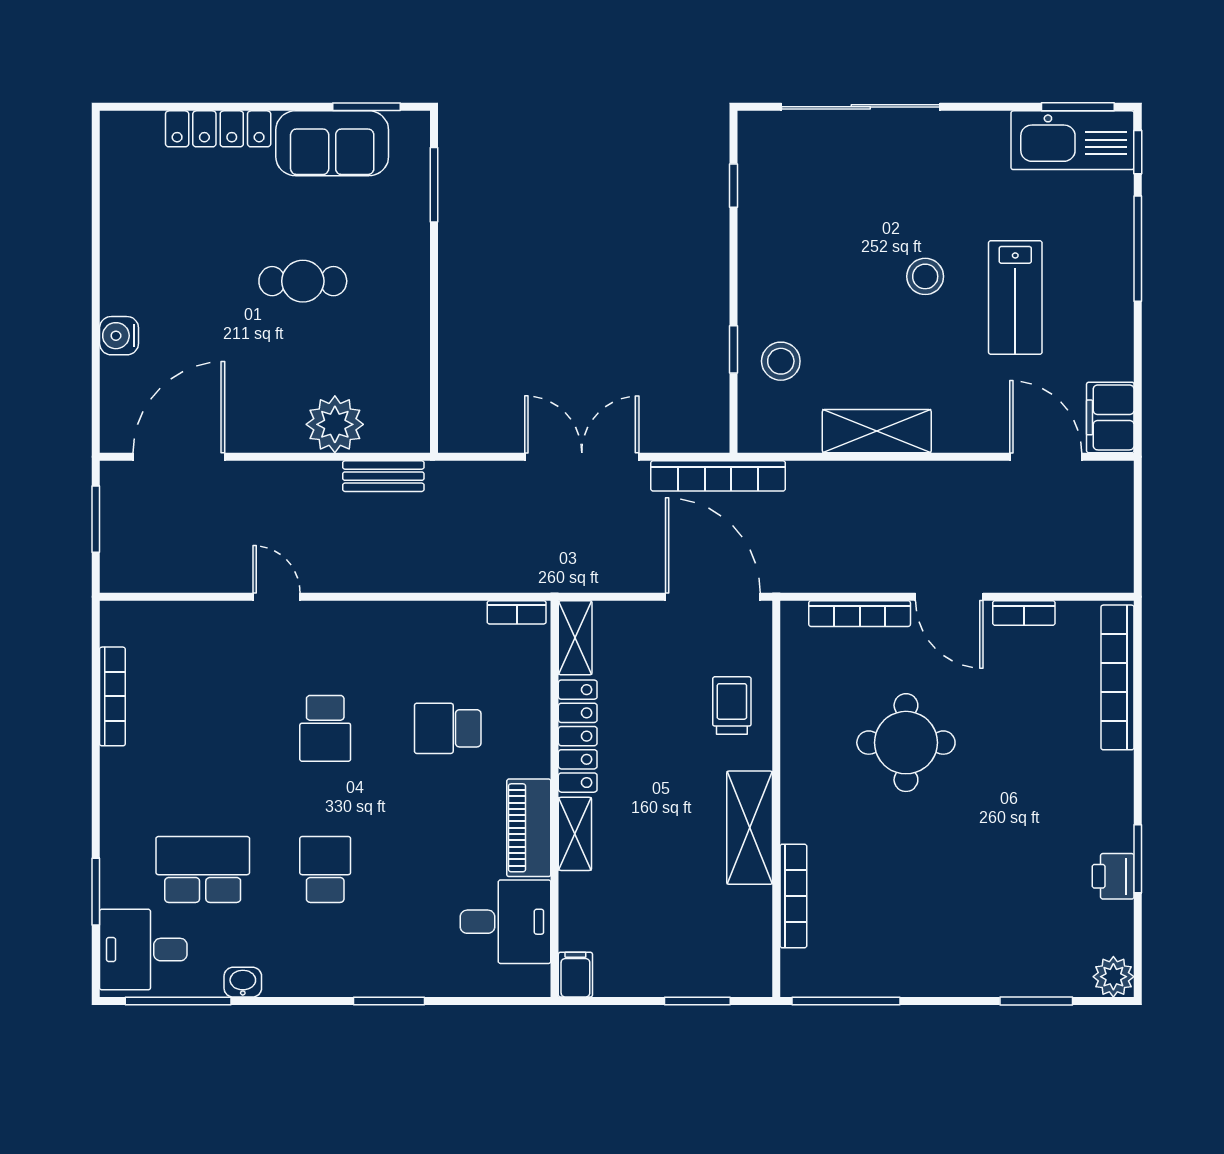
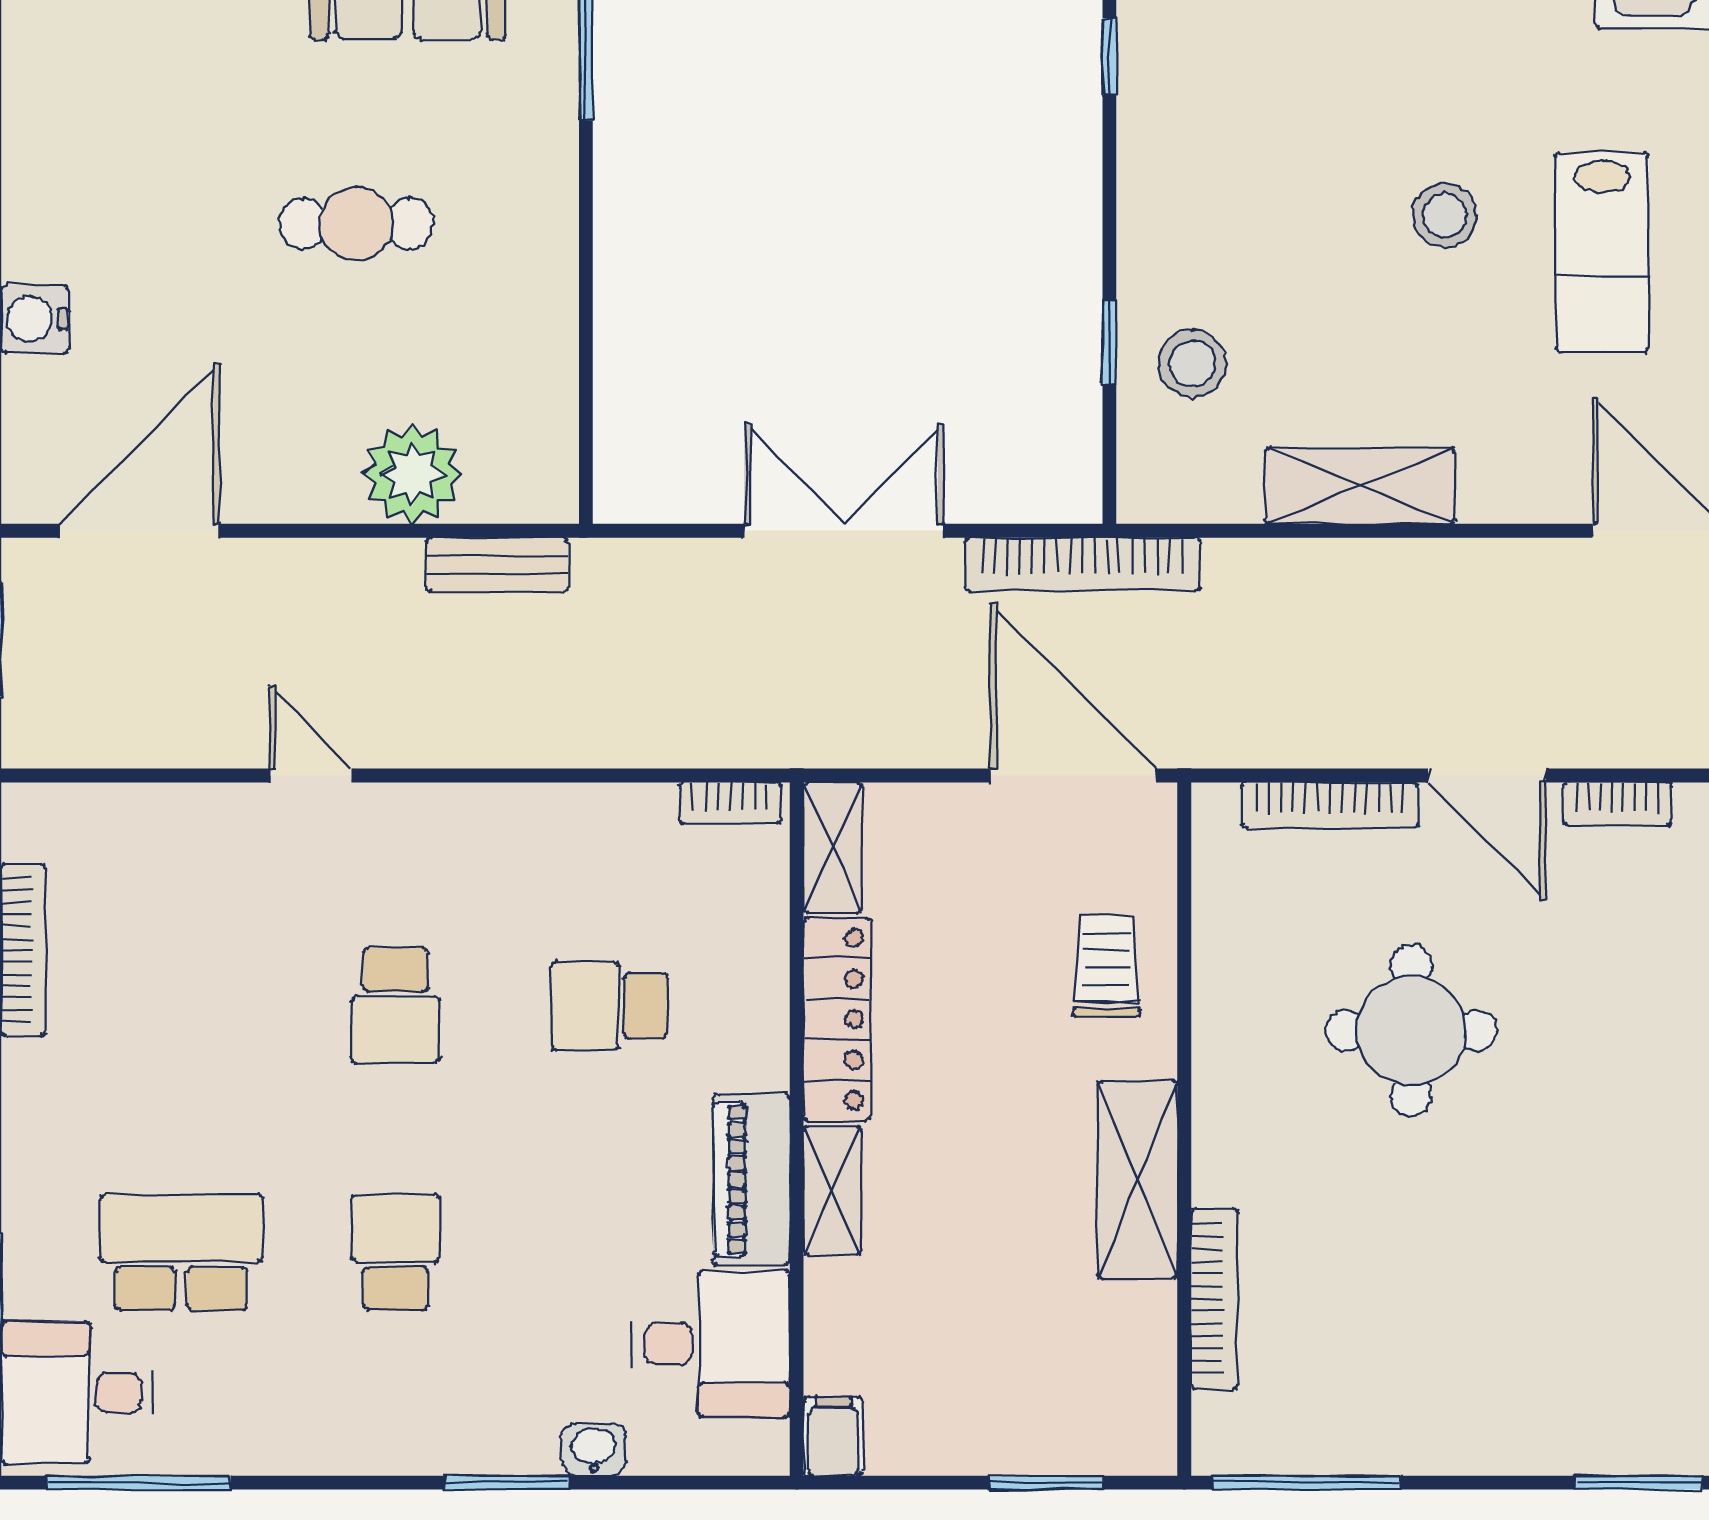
washbasin: (243, 982) -> (594, 1450), moved

